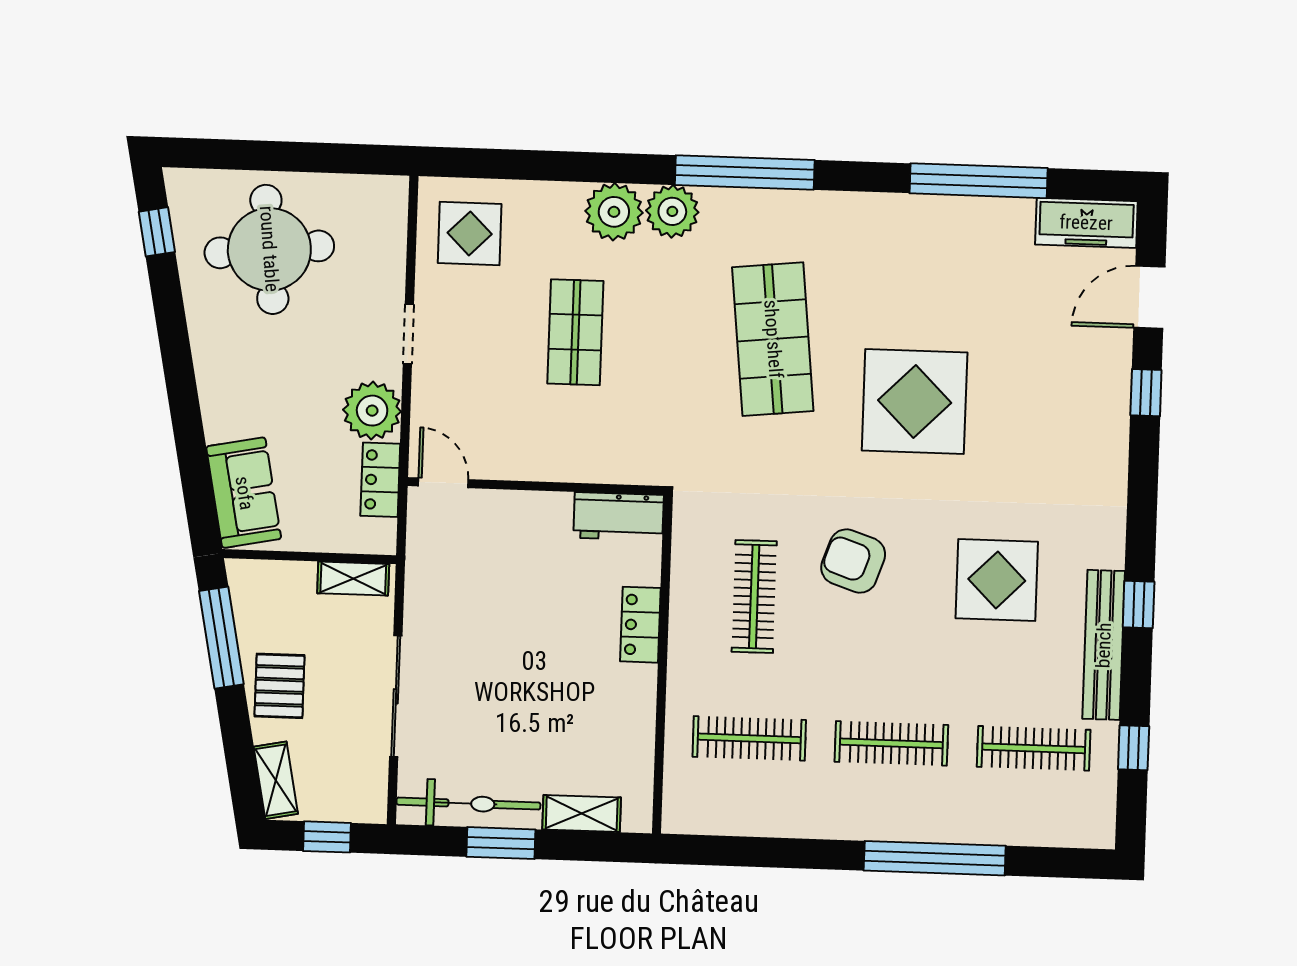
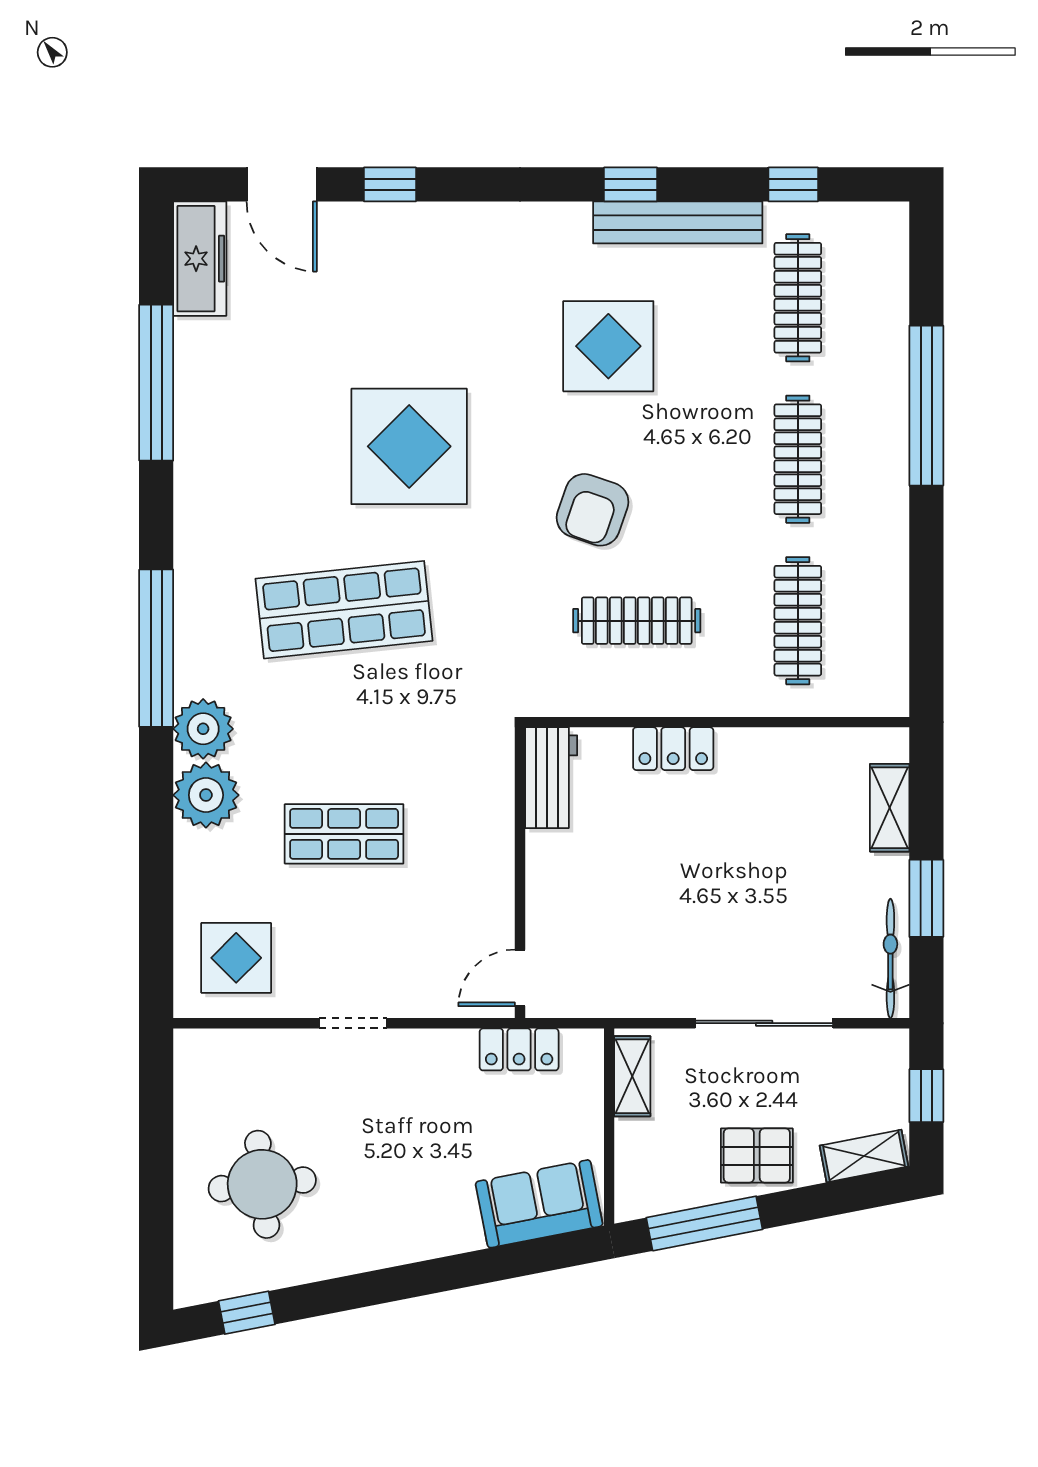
round table: (269, 249) -> (262, 1184), width x0.73, depth x0.73
plant: (372, 411) -> (441, 1061), removed
bicycle: (468, 804) -> (890, 958), width x0.73, depth x0.71

